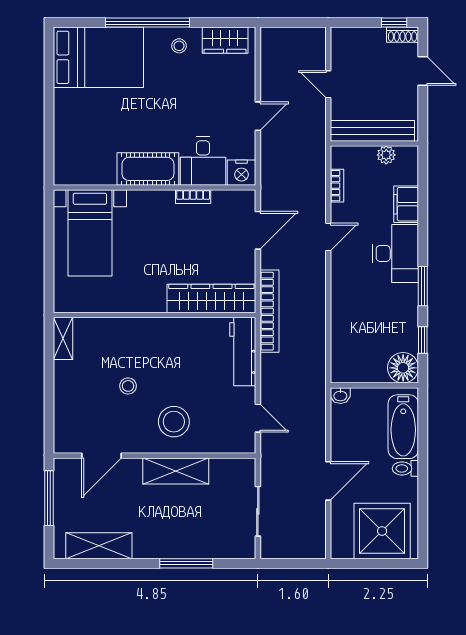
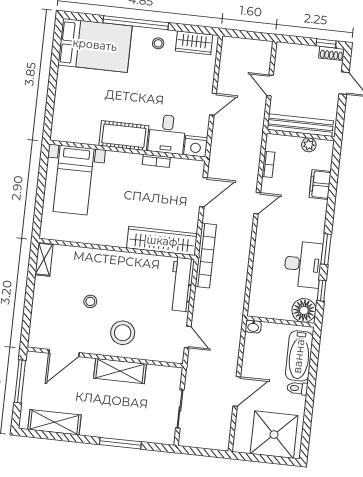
desk: (395, 253) -> (303, 264), moved

